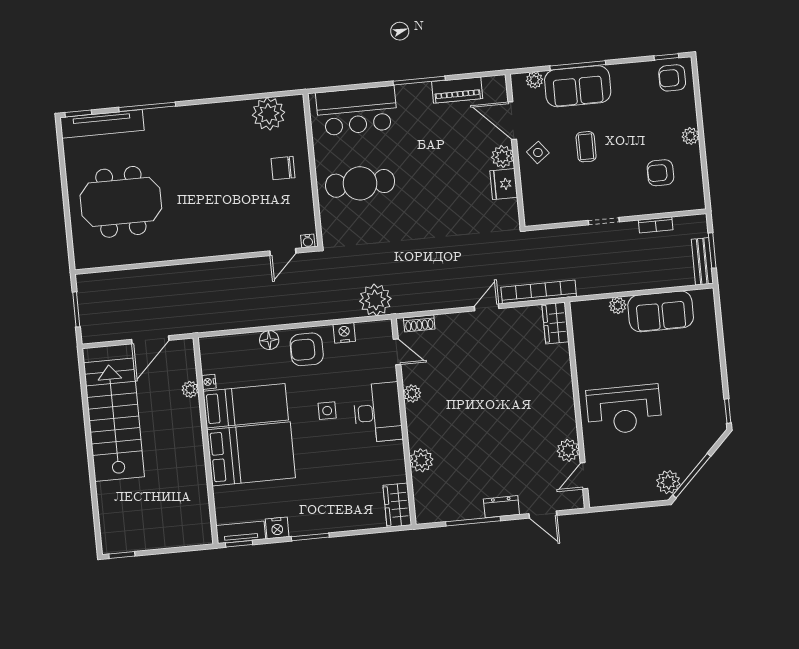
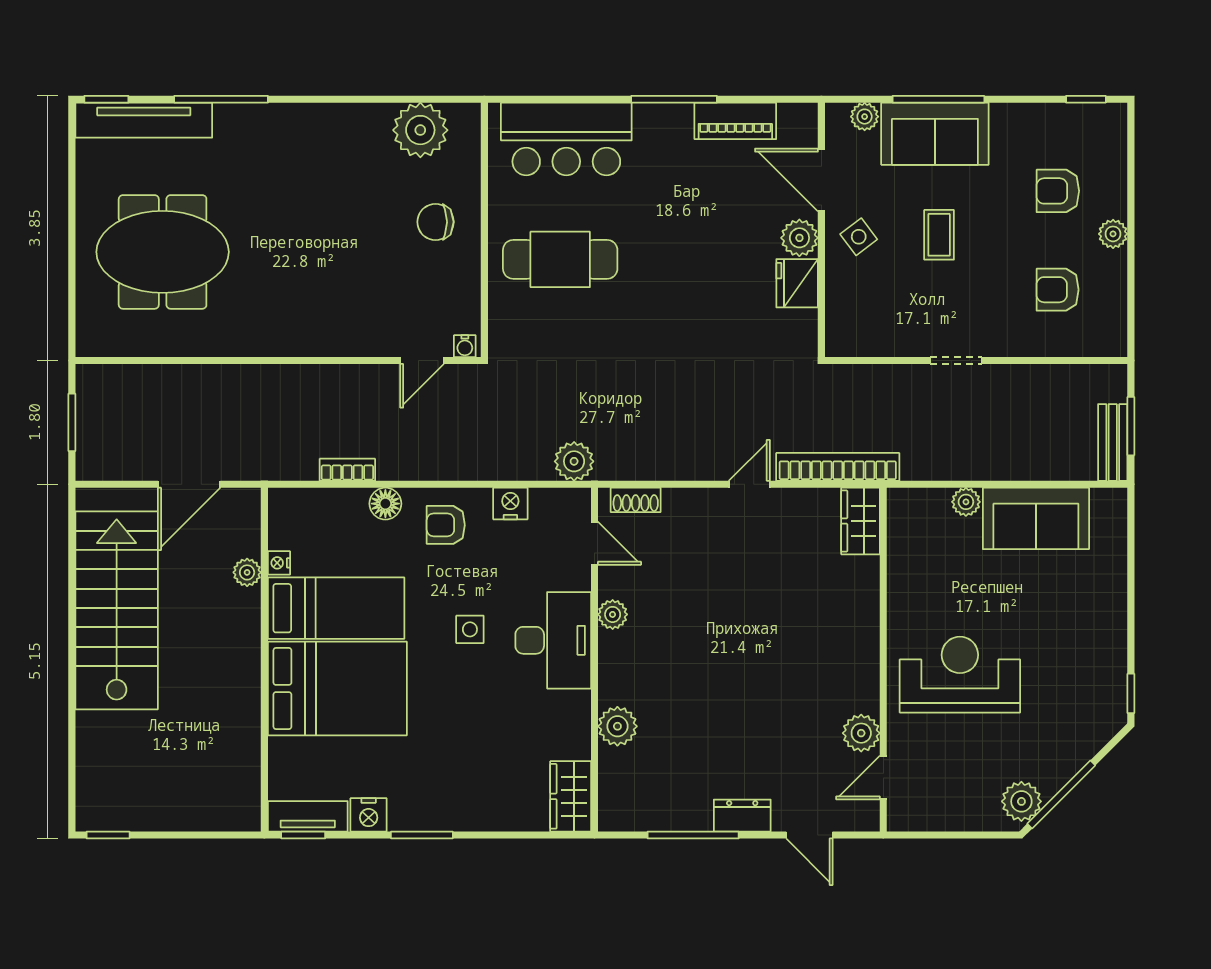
armchair: (672, 78) -> (1058, 191), moved
bookcase: (656, 225) -> (347, 470), moved, turned 180
plant: (375, 300) -> (574, 461), width x0.73, depth x0.73
armchair: (307, 349) -> (446, 525), width x0.72, depth x0.72
reception desk: (624, 410) -> (960, 675), turned 180

